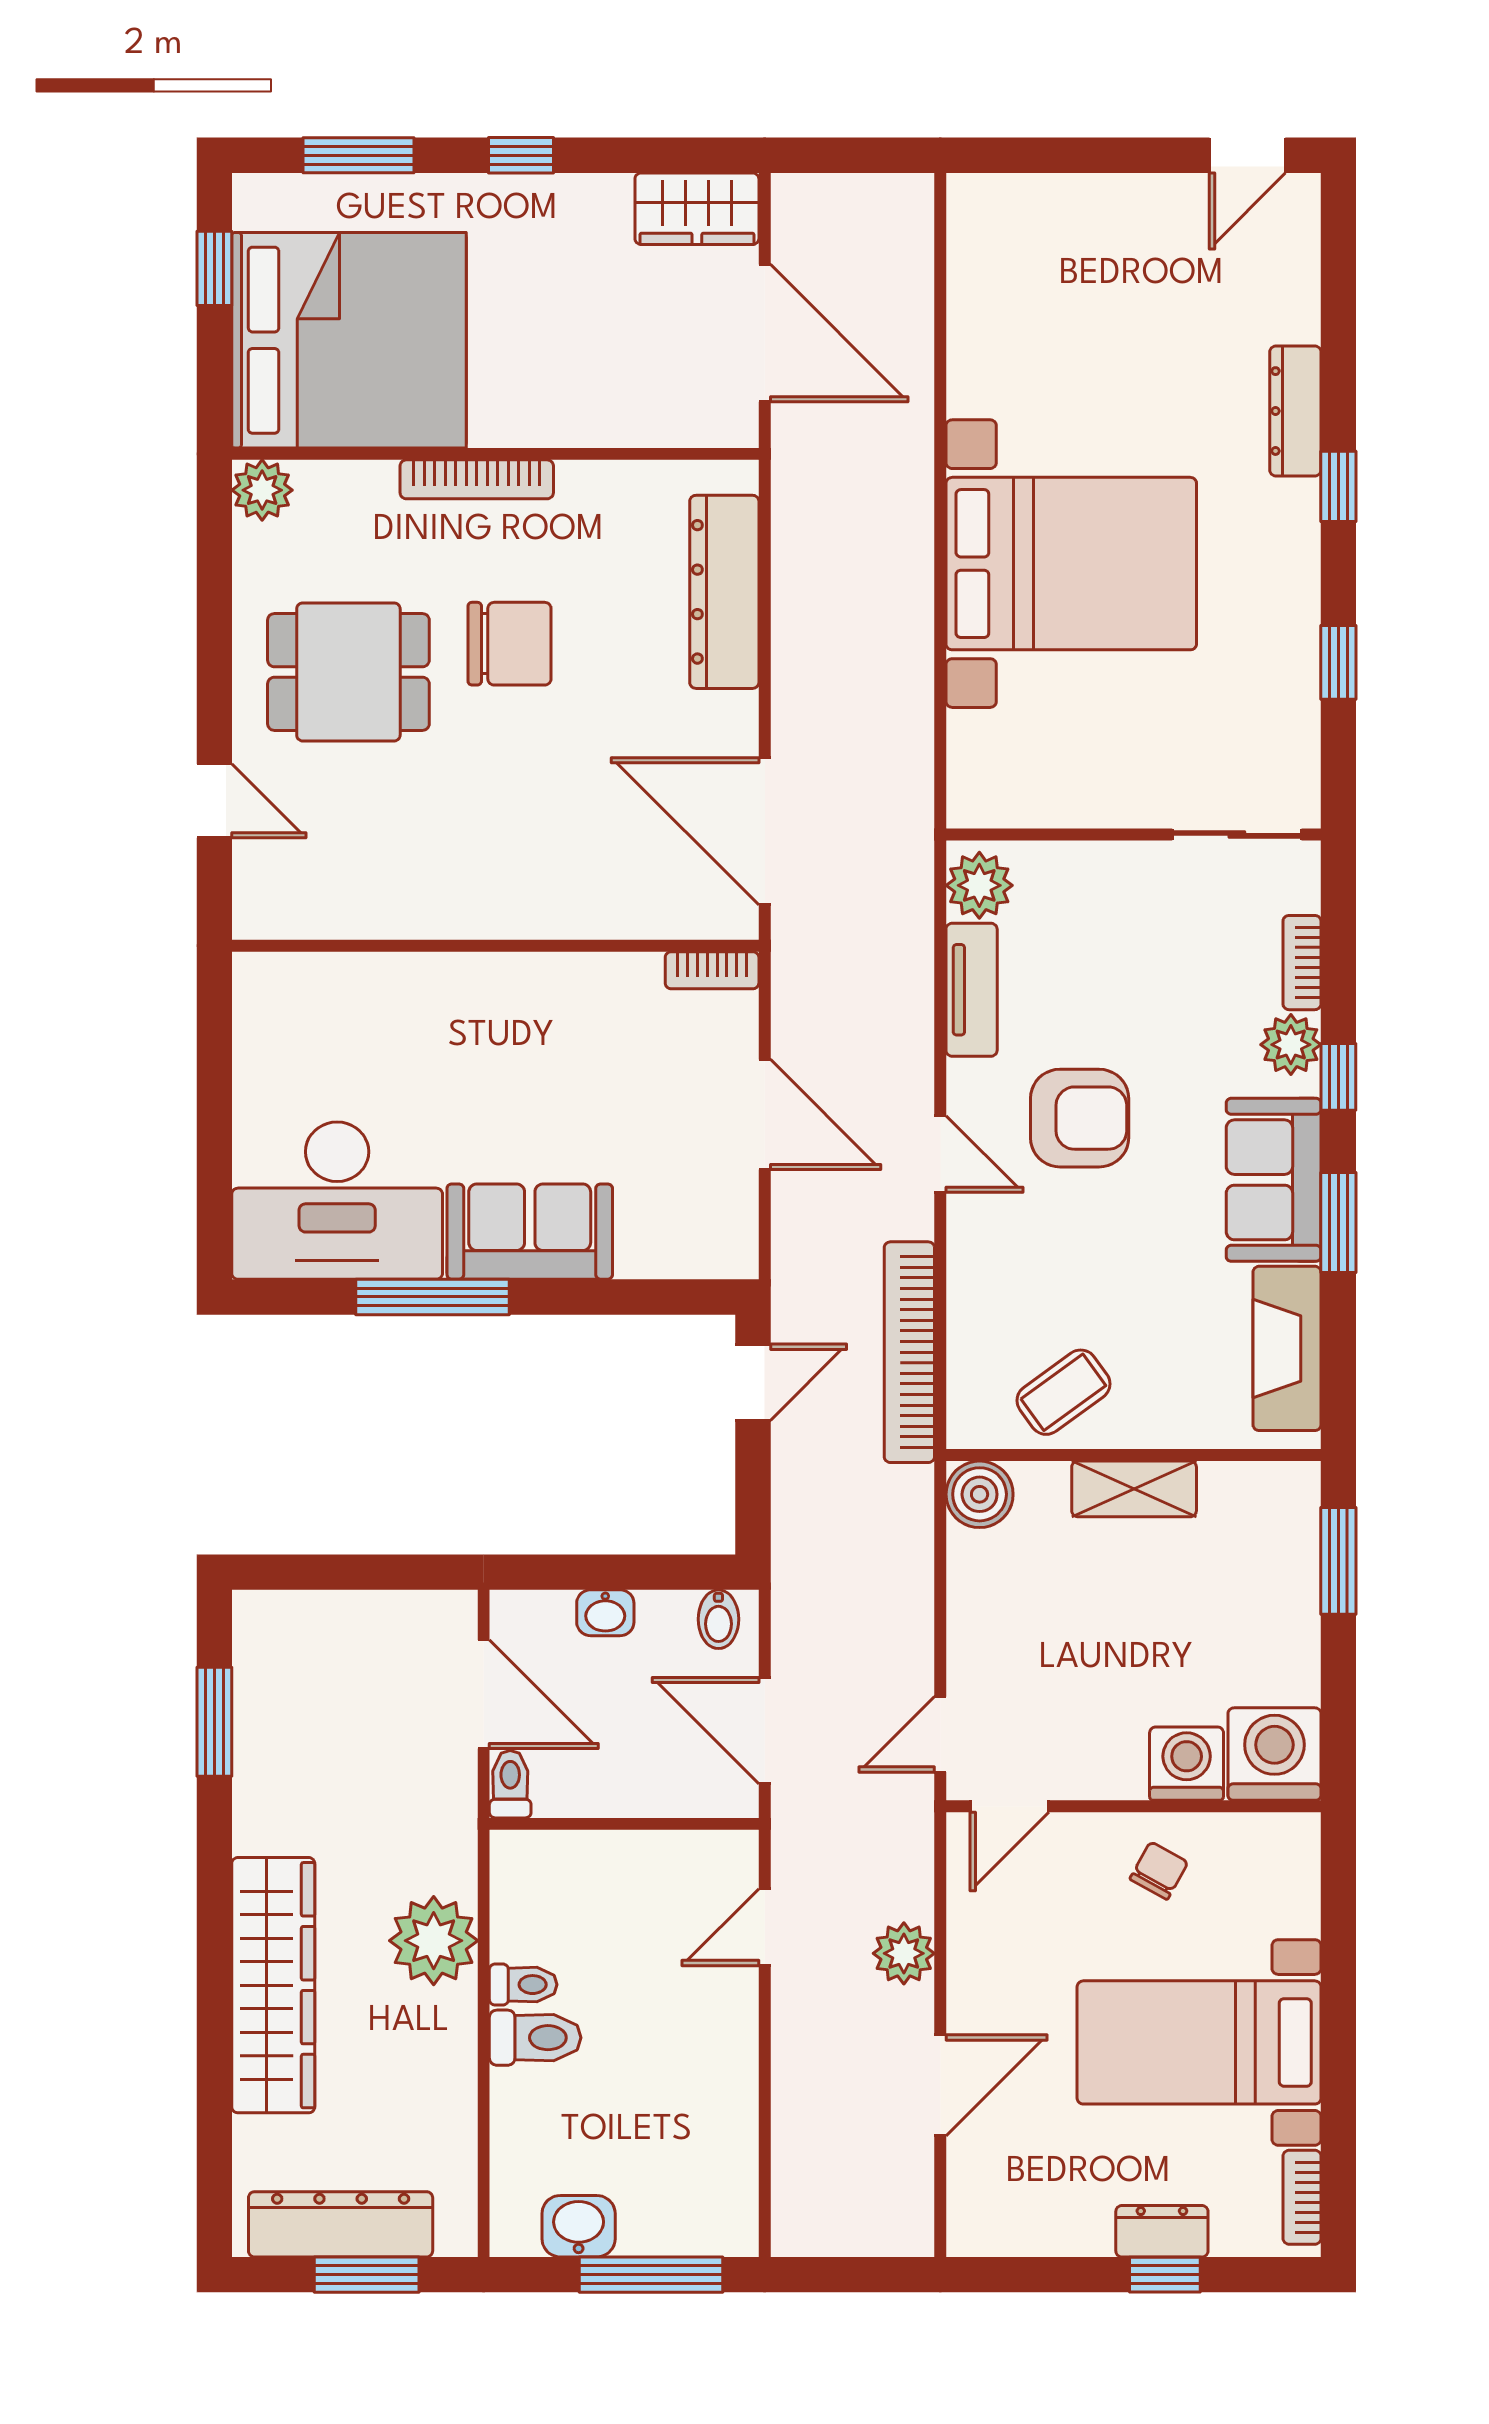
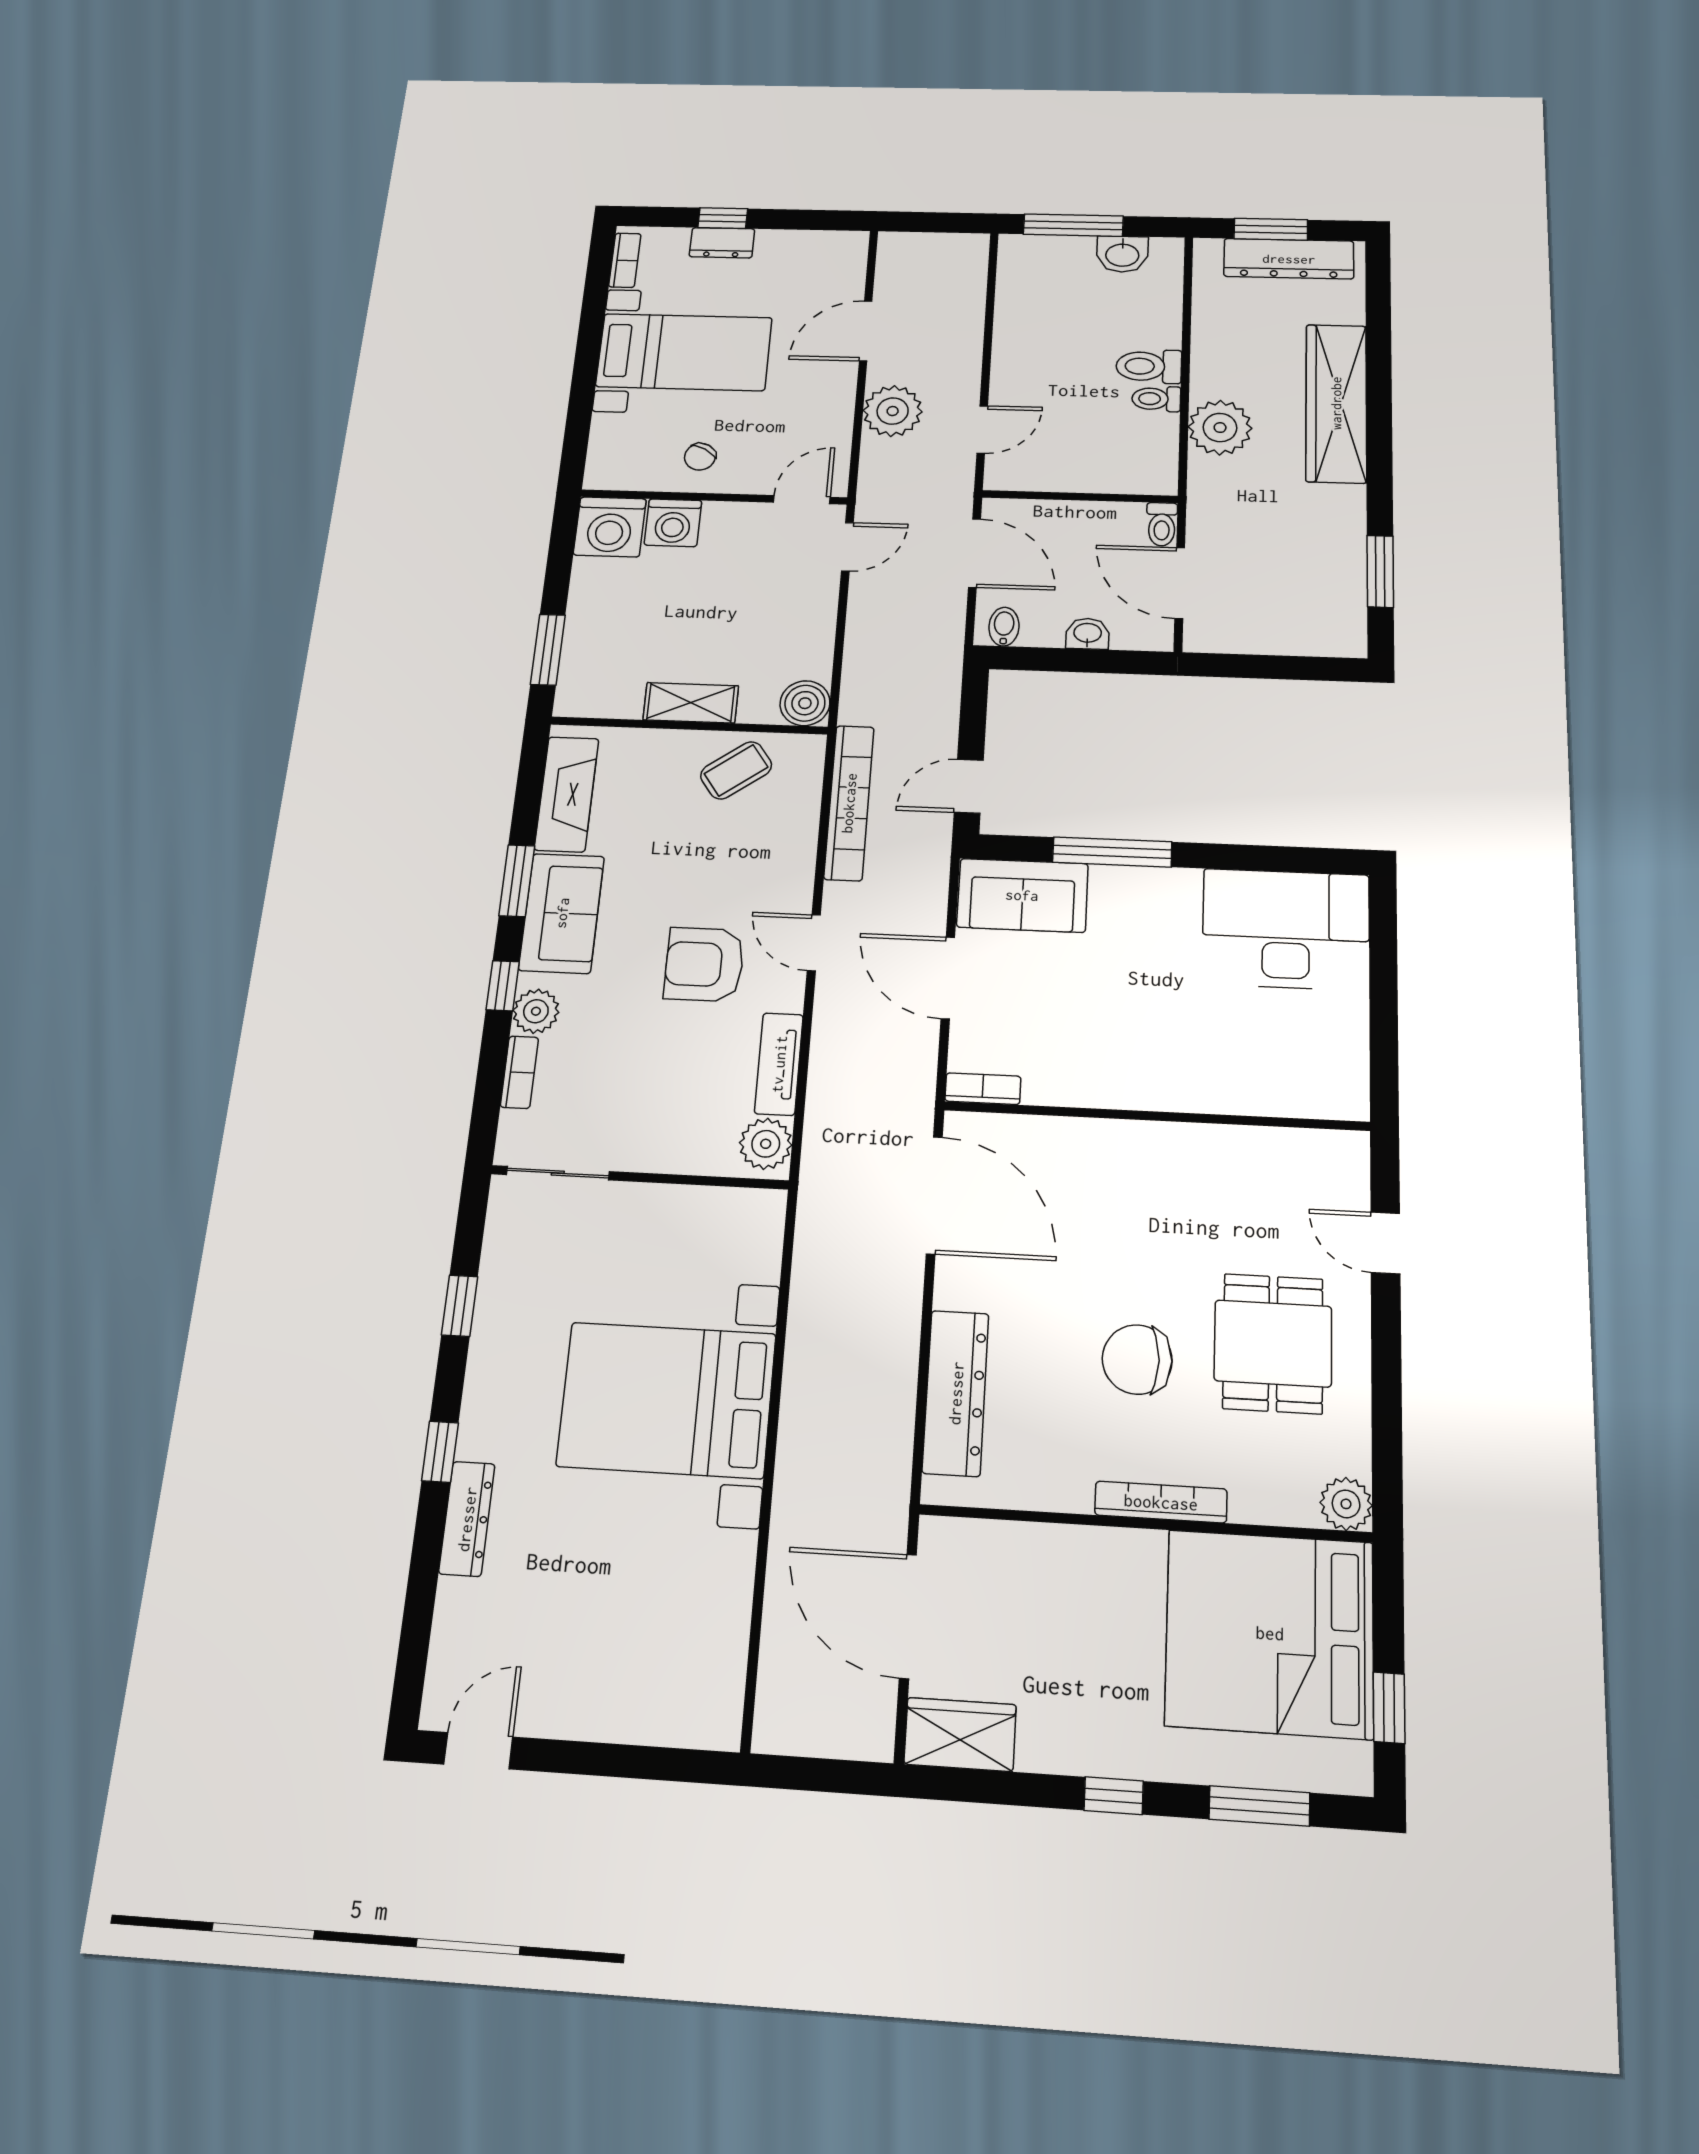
dining table: (348, 672) -> (1273, 1343), turned 90
sofa: (530, 1232) -> (1022, 895), moved
window: (432, 1297) -> (1112, 852), moved
plant: (904, 1953) -> (893, 411), width x1.36, depth x1.36

